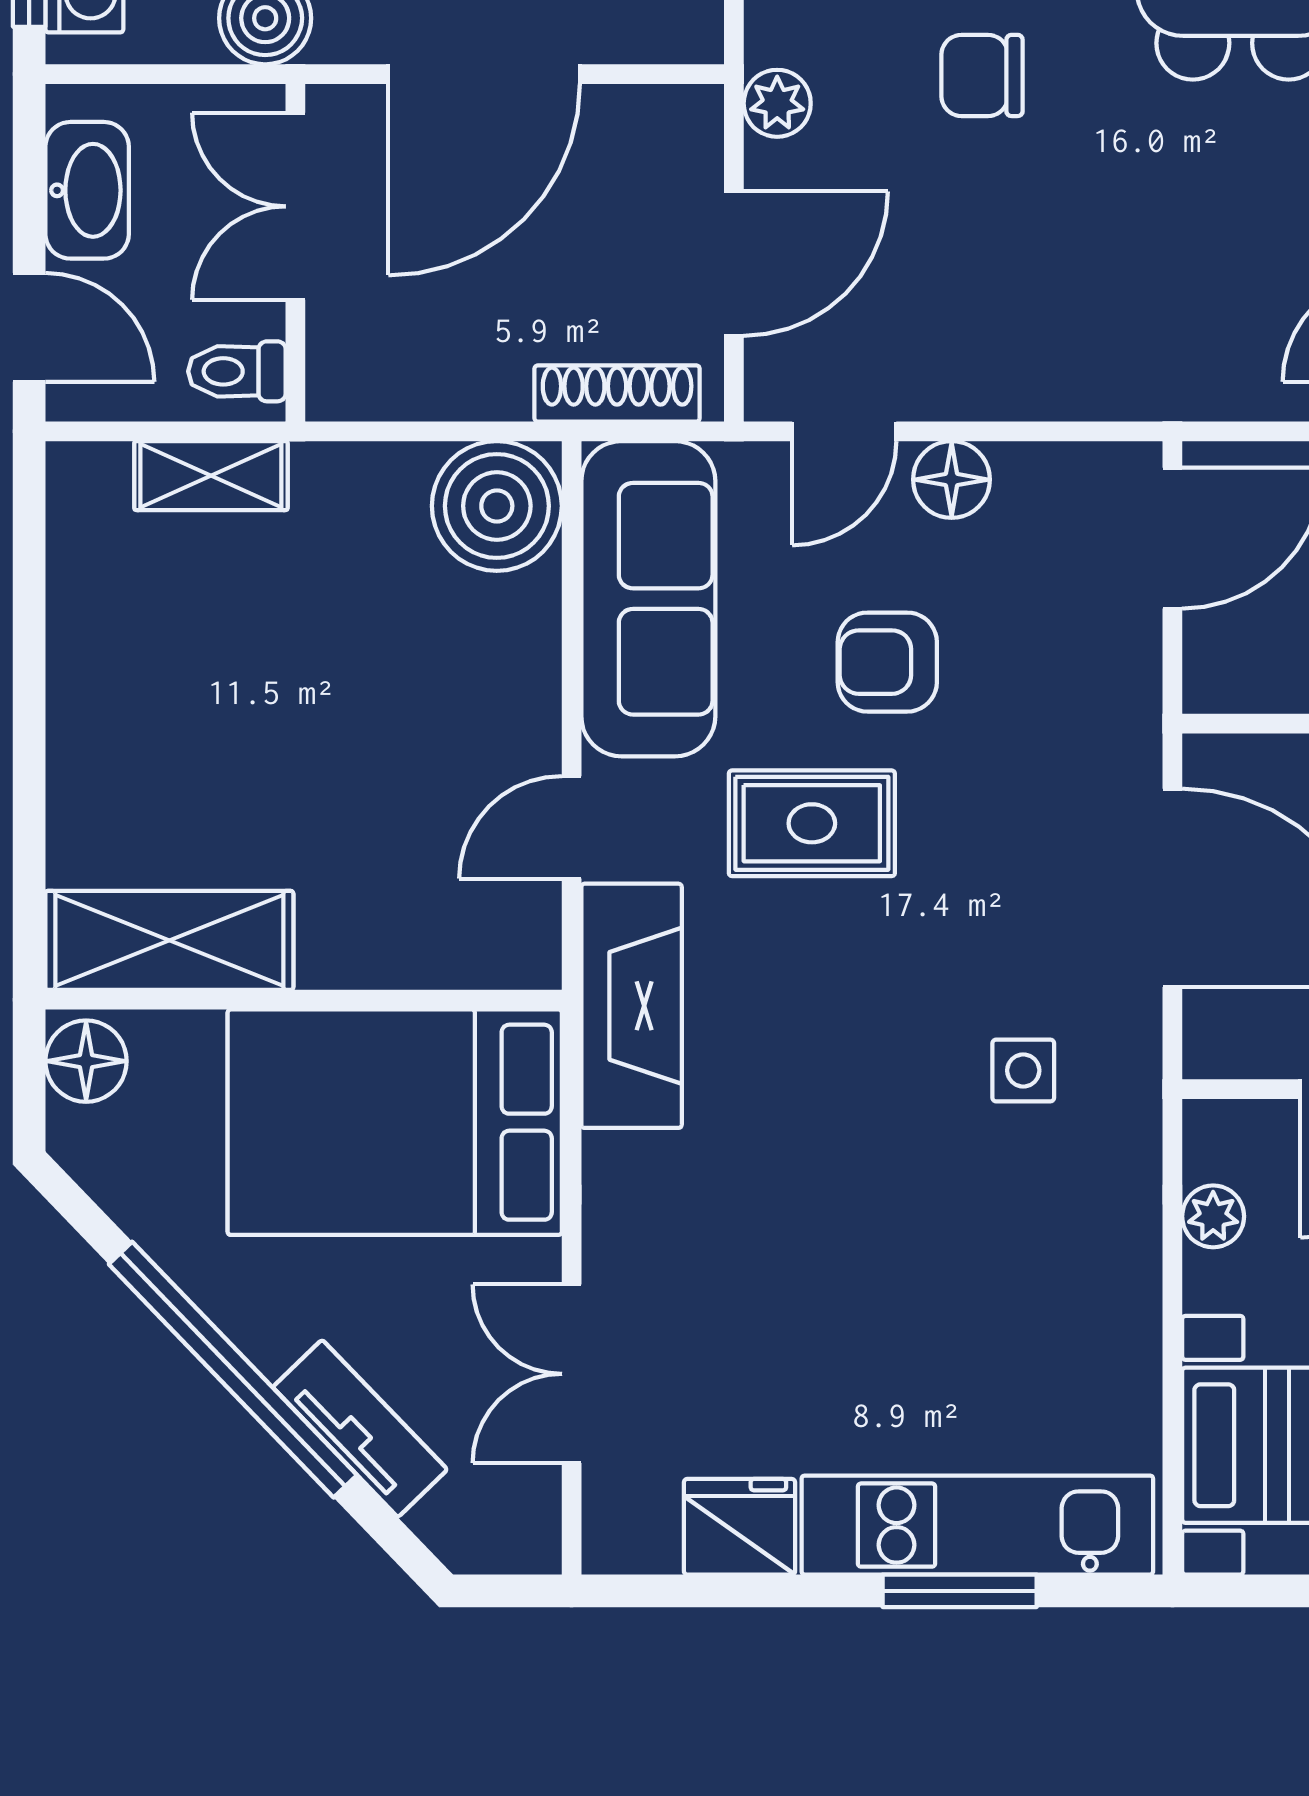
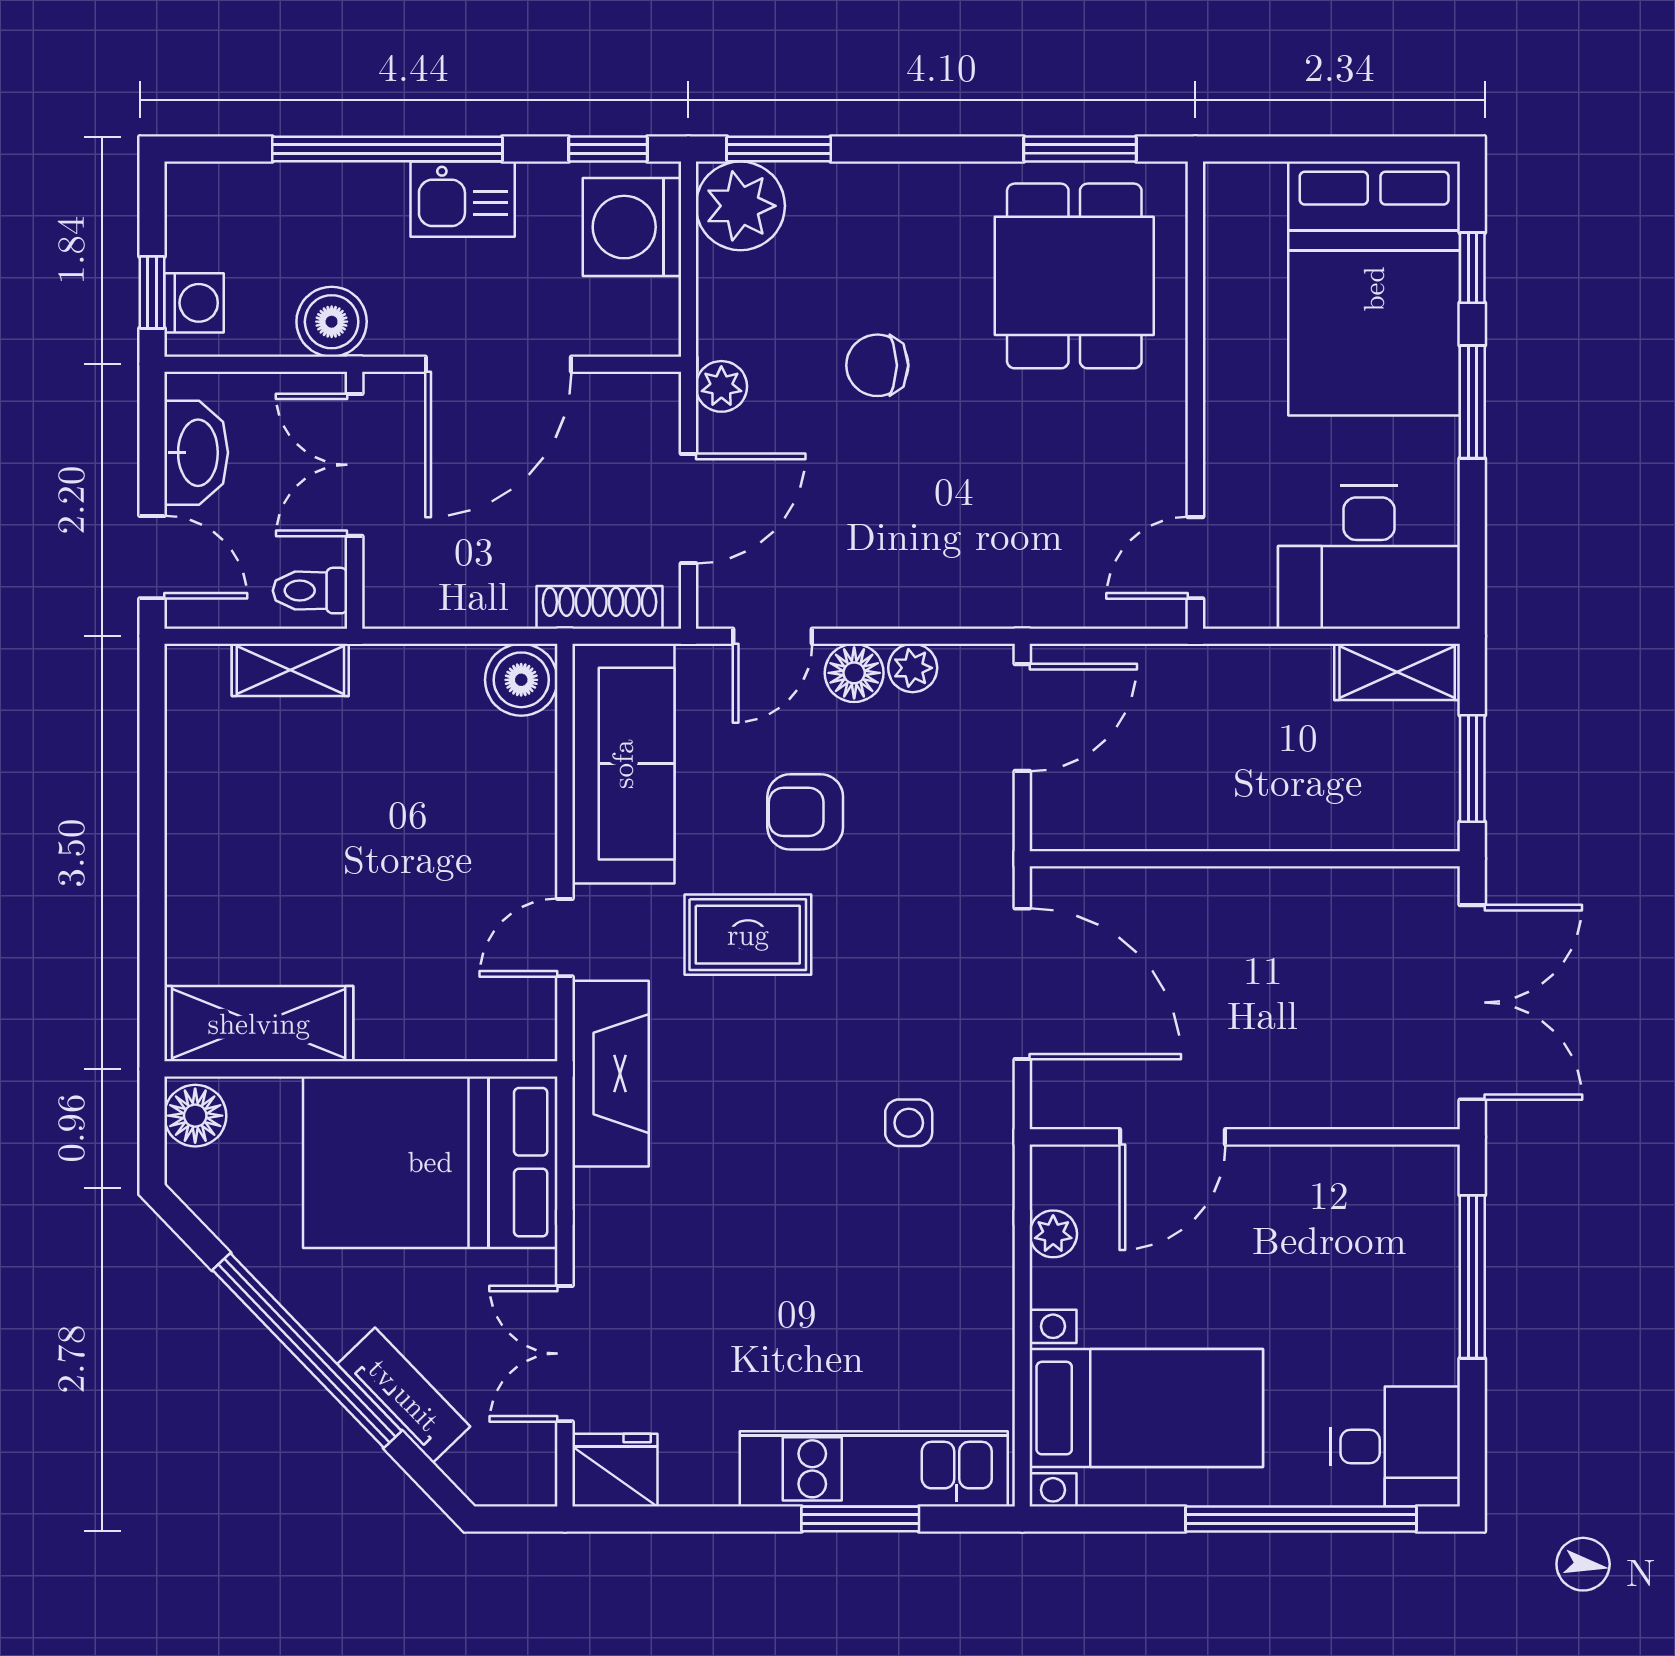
plant: (1028, 473) -> (913, 668), added
boiler: (497, 506) -> (521, 680), width x0.73, depth x0.73
fridge: (739, 1527) -> (615, 1470), moved

